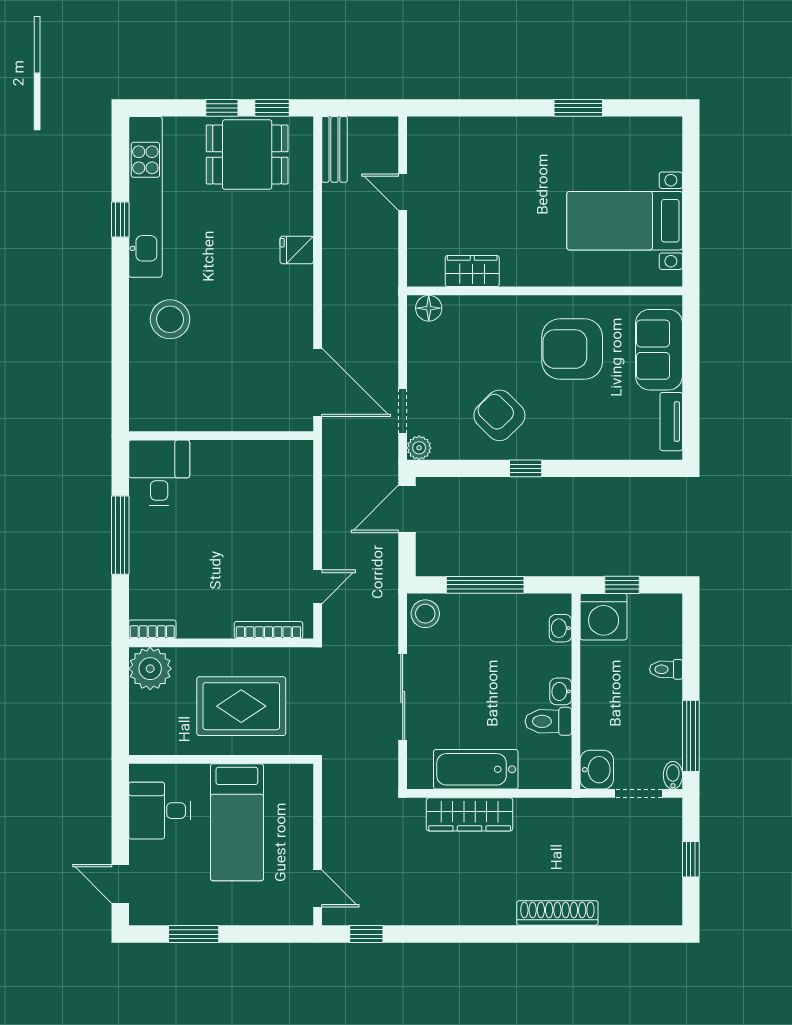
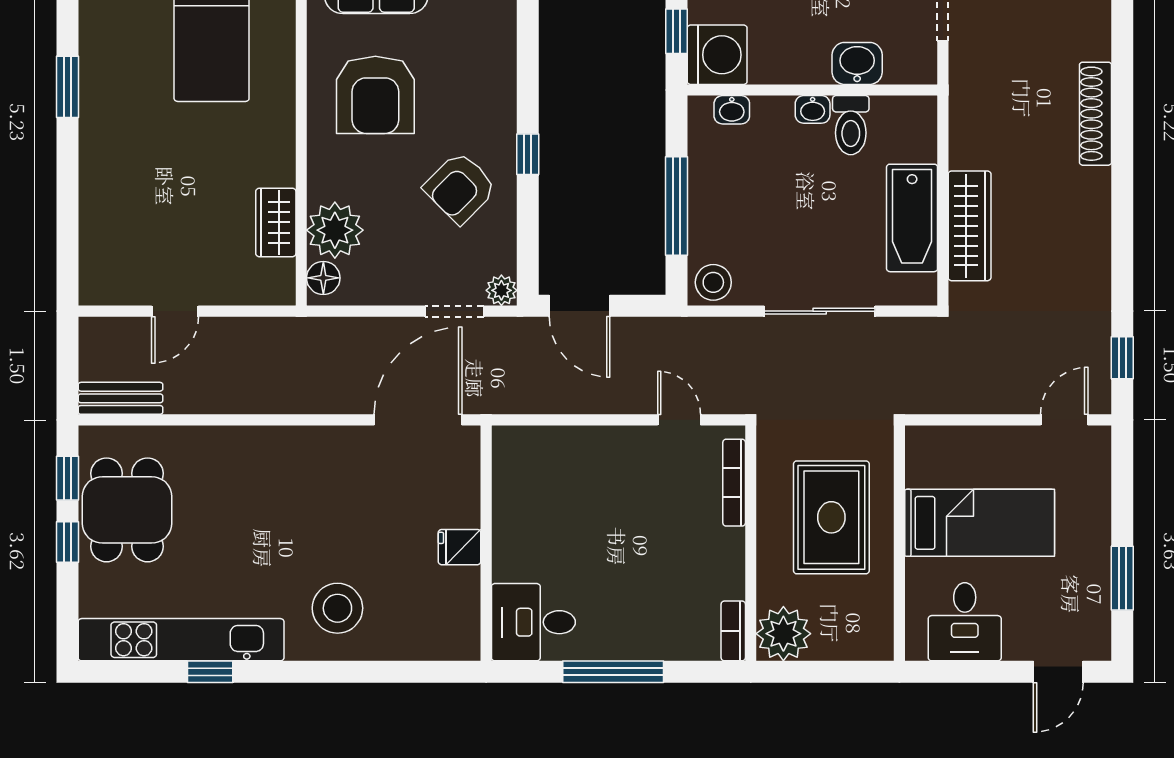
fridge: (297, 250) -> (460, 547), moved, turned 90
plant: (466, 317) -> (335, 230), added
washbasin: (597, 770) -> (857, 63), moved

